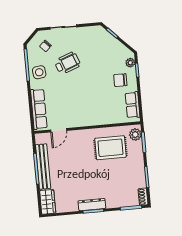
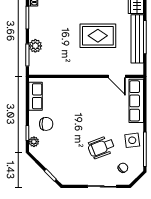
door: (59, 130) -> (117, 76), swing flipped
plant: (135, 135) -> (35, 46), moved
rug: (110, 148) -> (98, 36), moved

